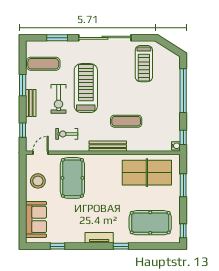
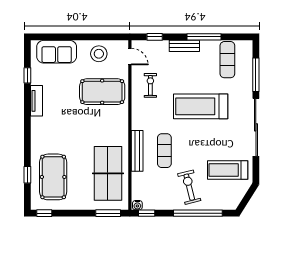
window: (57, 38) -> (256, 75), width x1.44
window: (23, 85) -> (204, 37), width x1.44
treadmill: (86, 88) -> (201, 106), turned 180
exercise bike: (59, 99) -> (189, 187), moved, turned 76
bench: (108, 146) -> (137, 151), moved
window: (183, 185) -> (108, 213), moved
tv unit: (99, 238) -> (36, 101), moved
window: (121, 246) -> (27, 175), moved

